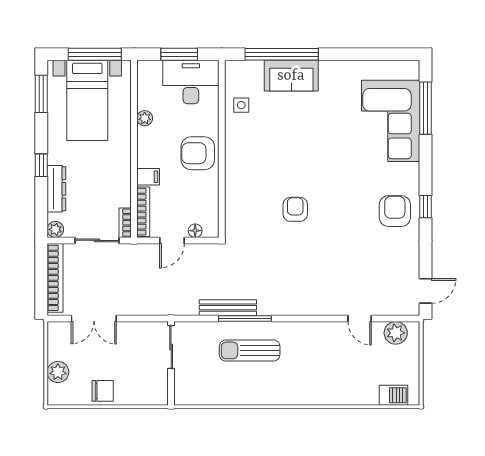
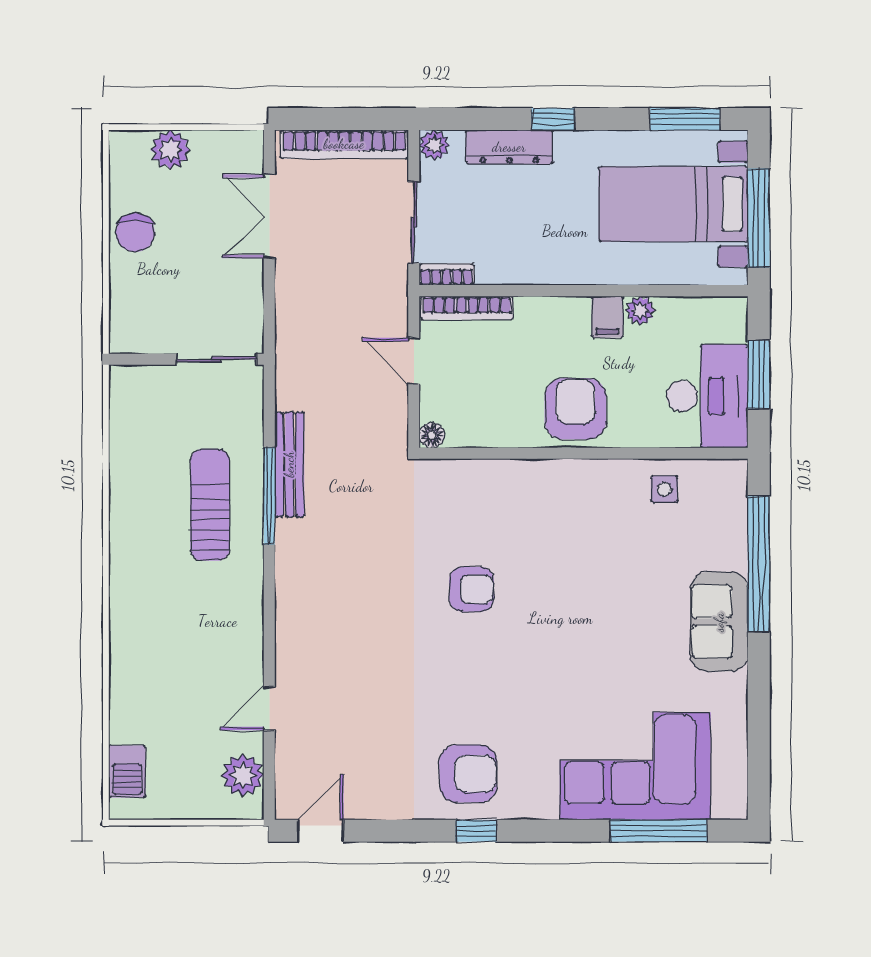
sofa: (291, 76) -> (719, 622), moved
filing cabinet: (148, 177) -> (607, 317), moved
floor lamp: (195, 231) -> (432, 435), moved
door: (426, 291) -> (320, 831), swing flipped

